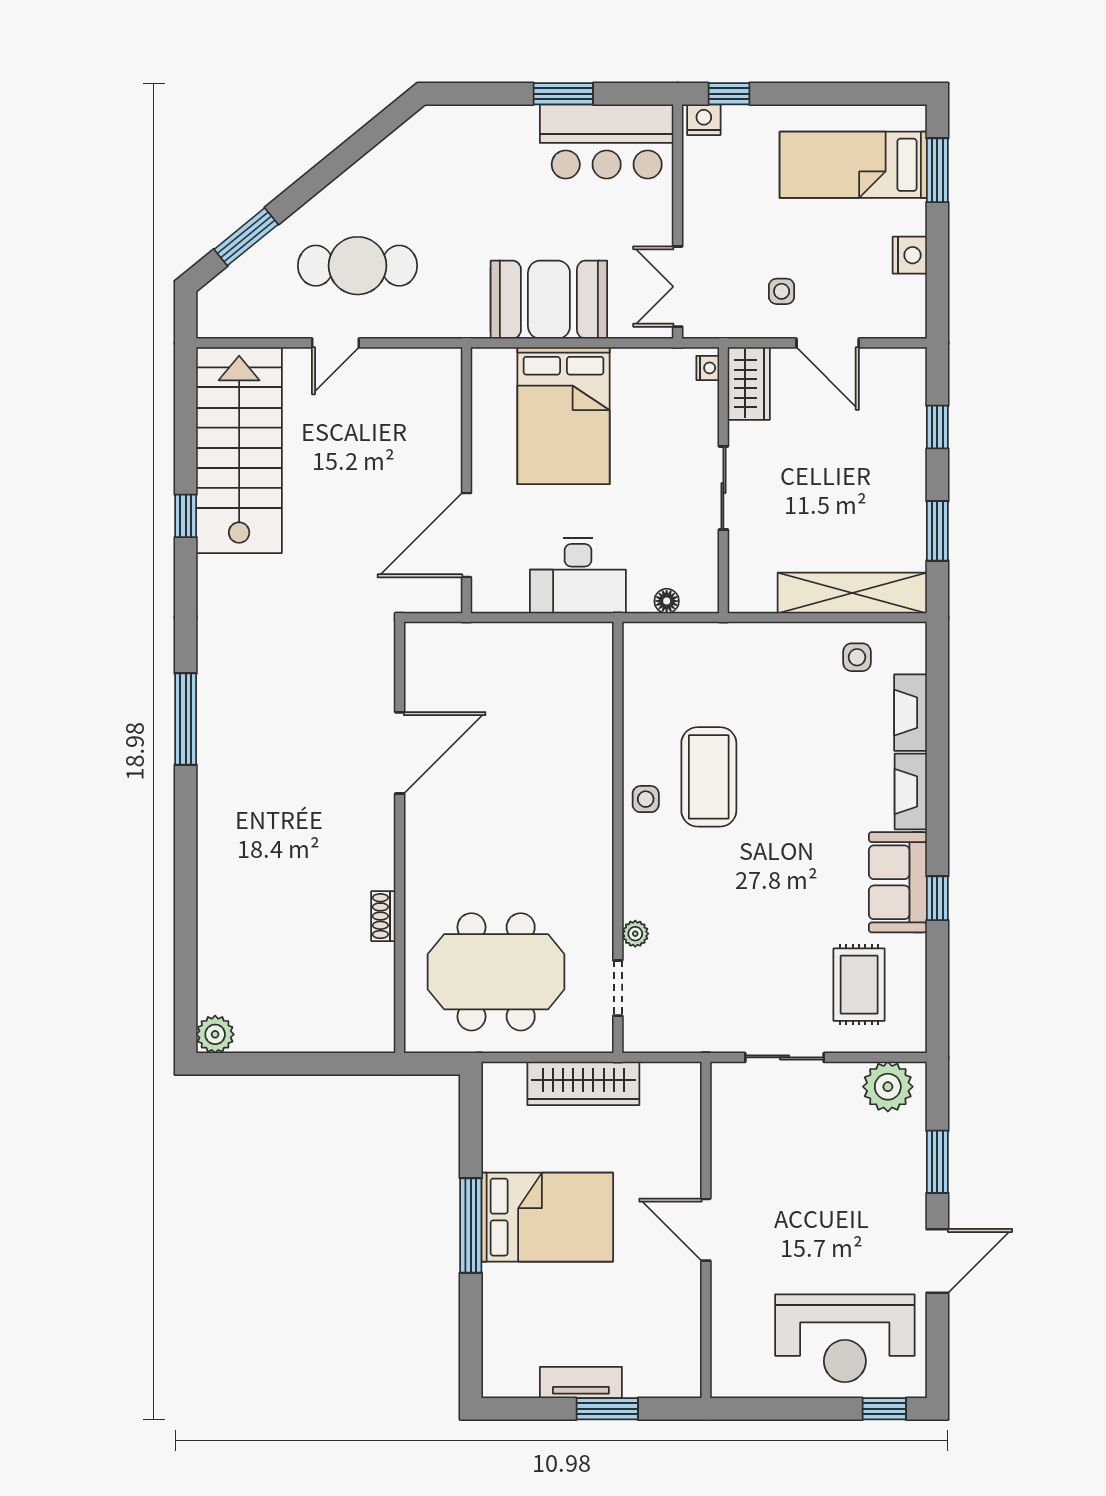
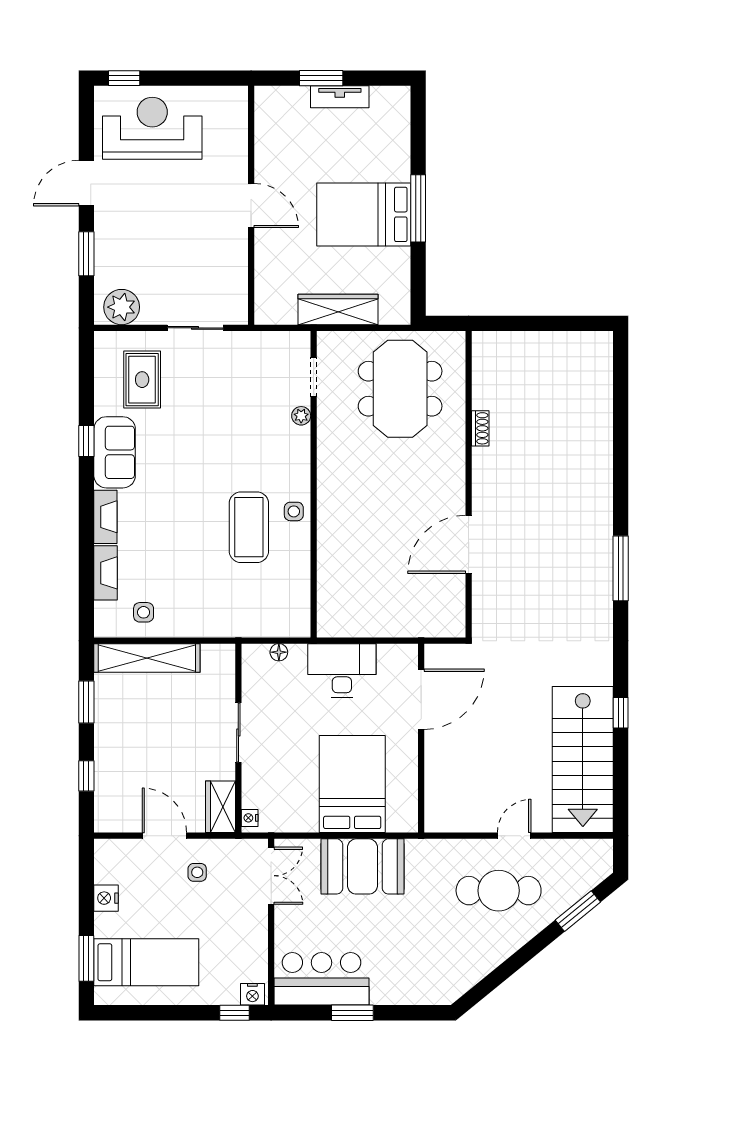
meeting table: (496, 972) -> (400, 389), turned 90
plant: (215, 1034) -> (600, 344), removed

